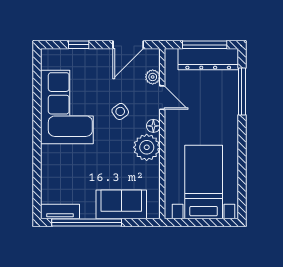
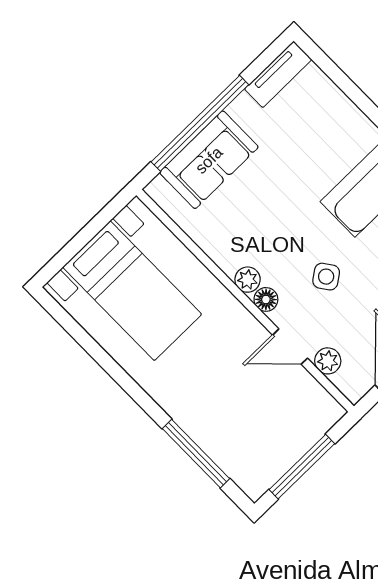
dresser: (208, 59) -> (279, 453), removed
plant: (147, 147) -> (248, 280), width x0.53, depth x0.53
window: (87, 223) -> (200, 123), moved

